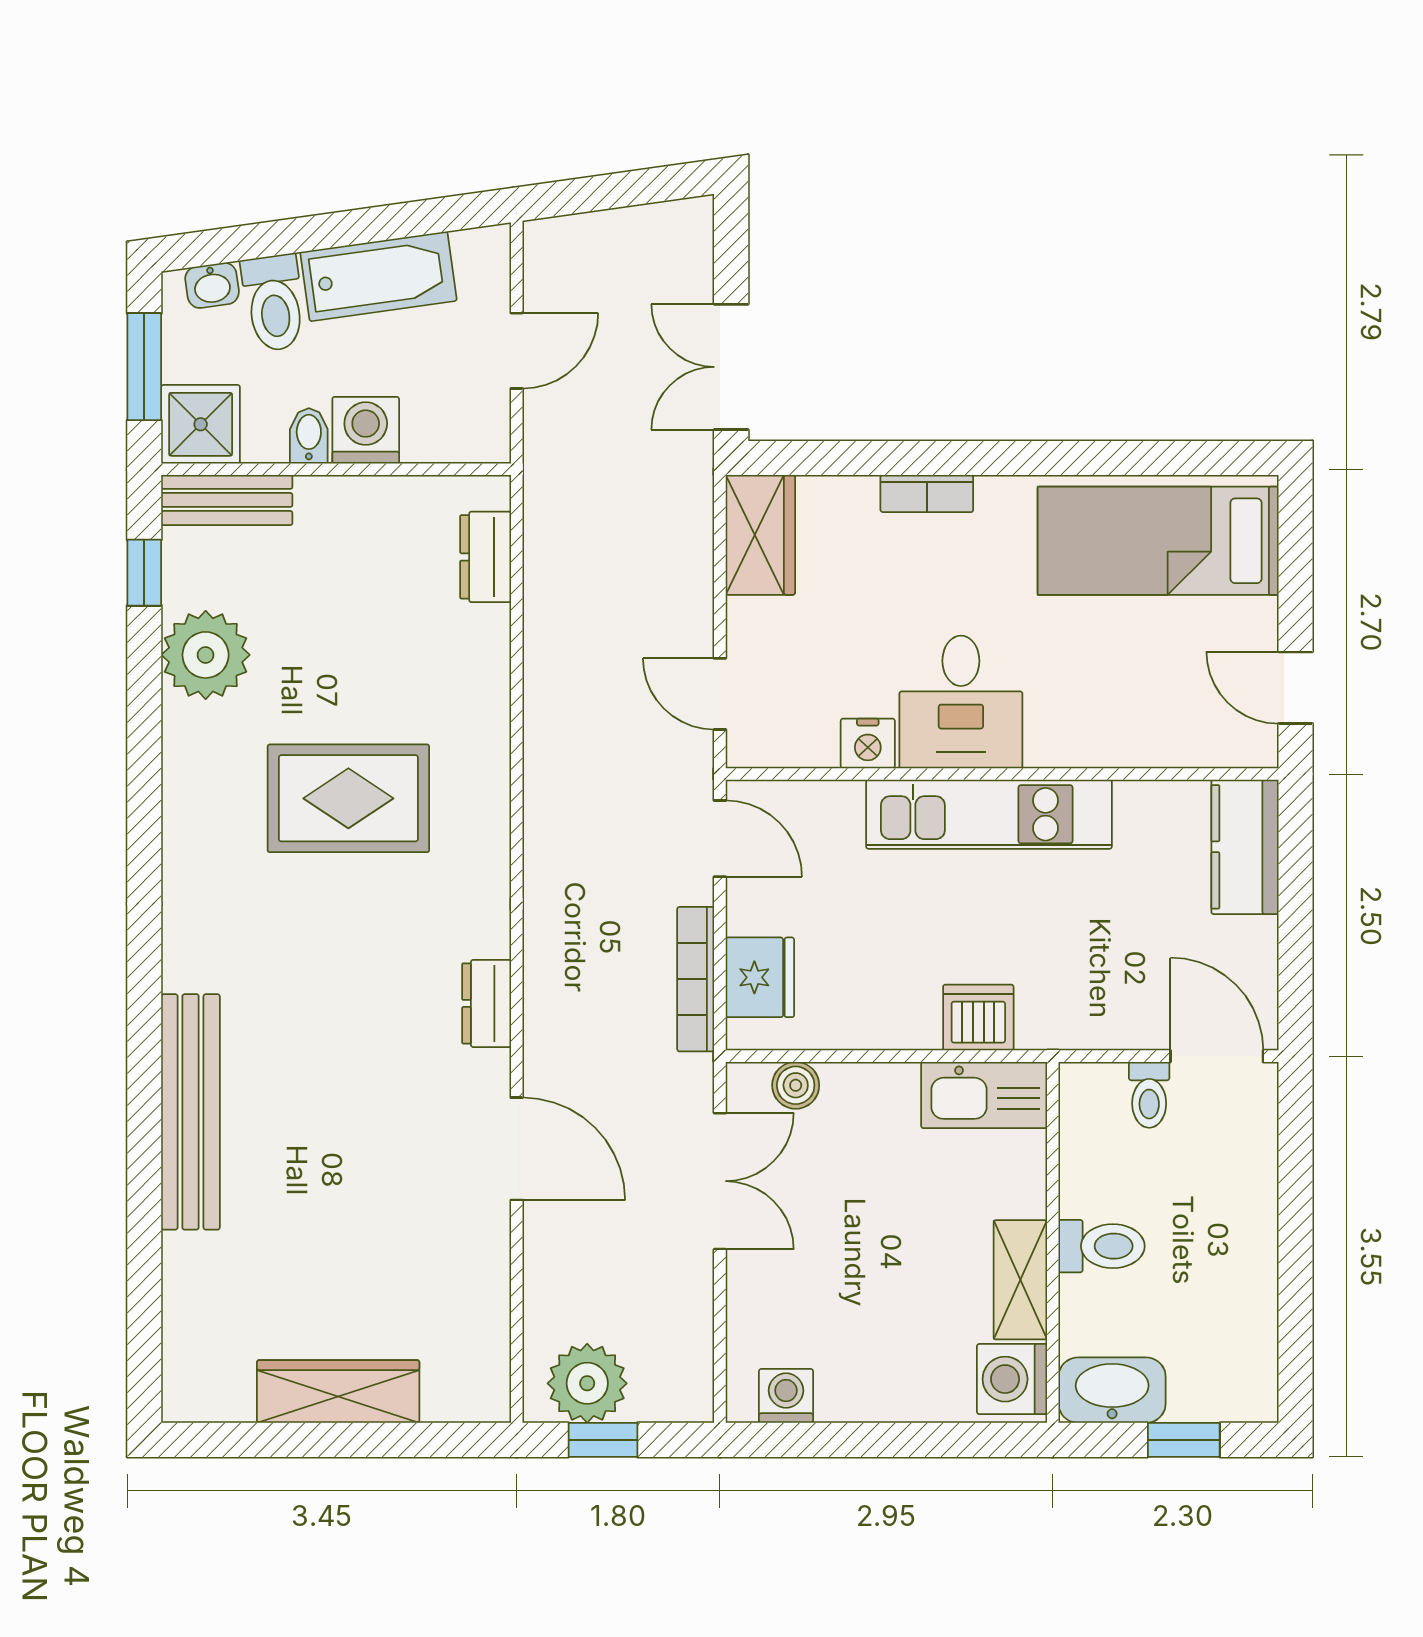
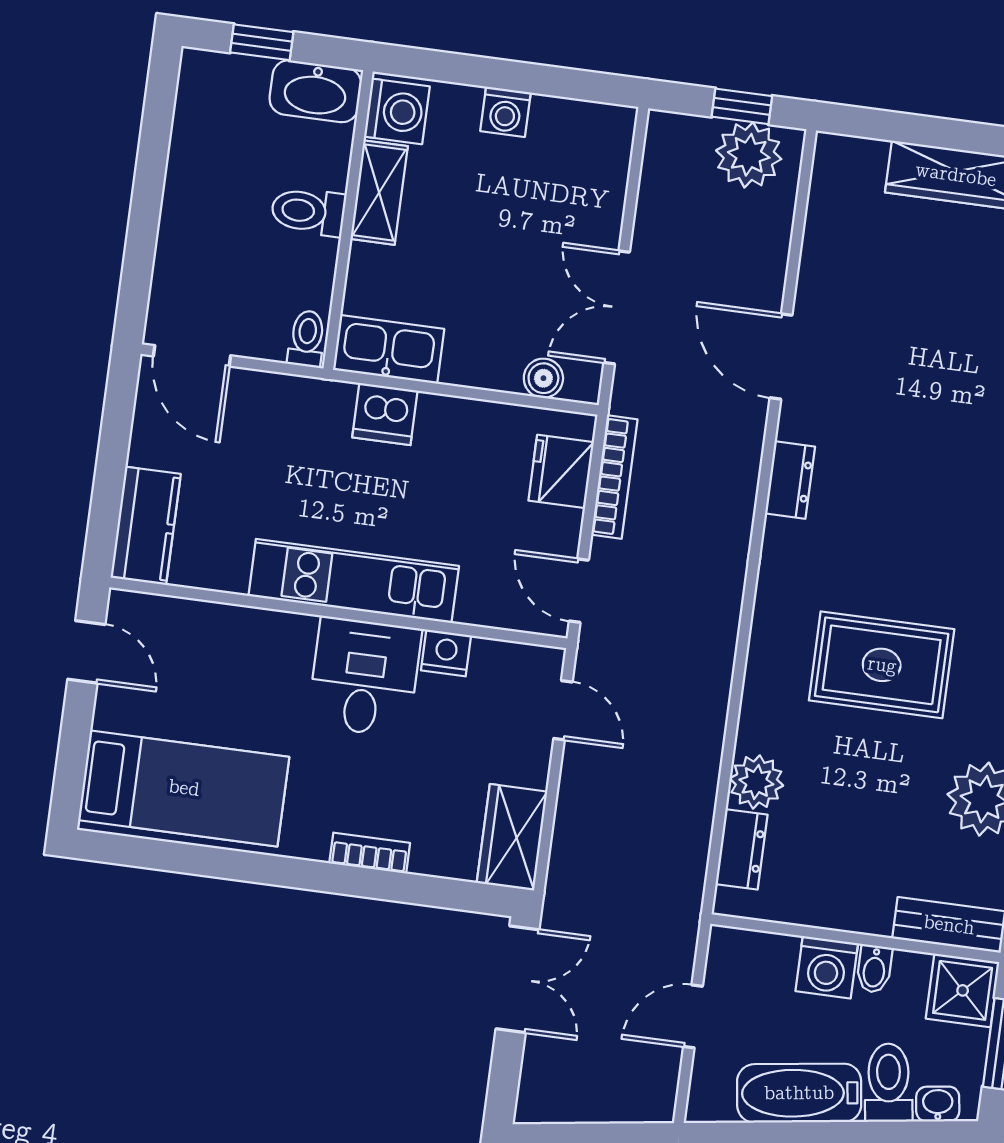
plant: (479, 639) -> (756, 782), added
toilet: (1149, 1095) -> (307, 339), moved
washing machine: (786, 1396) -> (505, 112), moved

